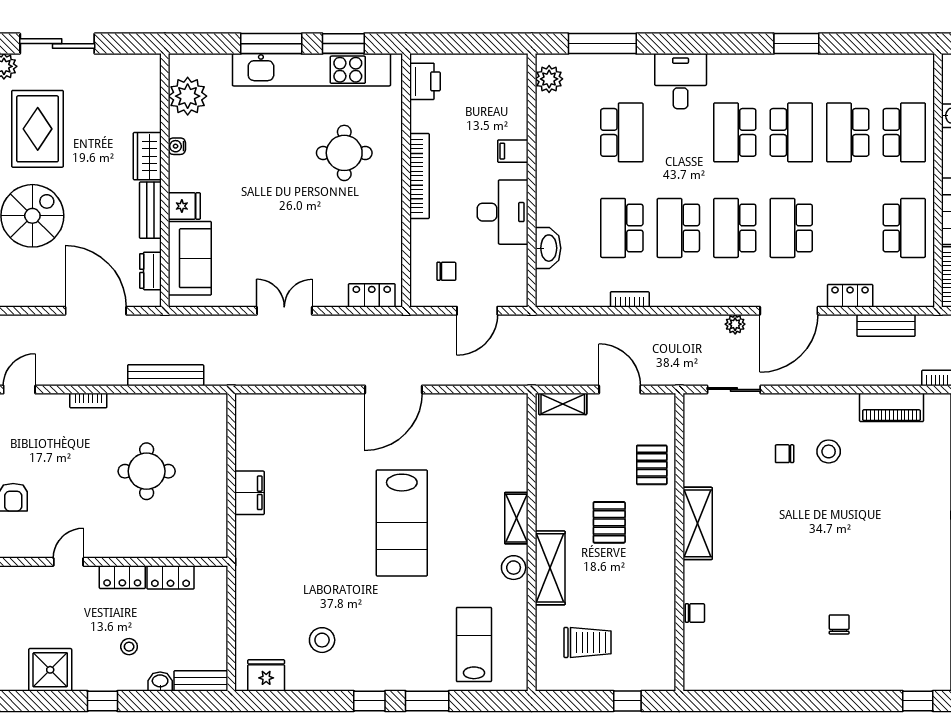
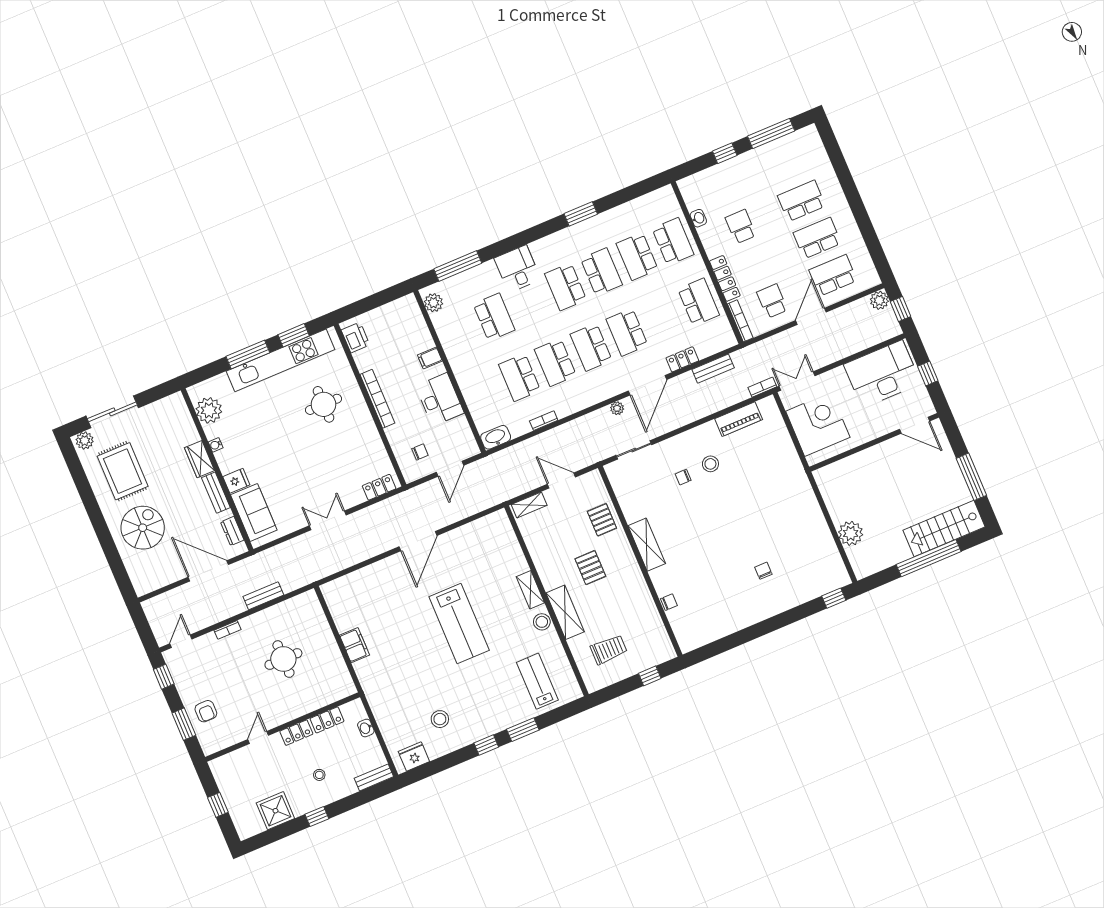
washbasin: (548, 248) -> (496, 437), moved, turned -90
bench: (166, 375) -> (263, 596), width x0.73
washbasin: (160, 681) -> (366, 728), moved, turned -90

